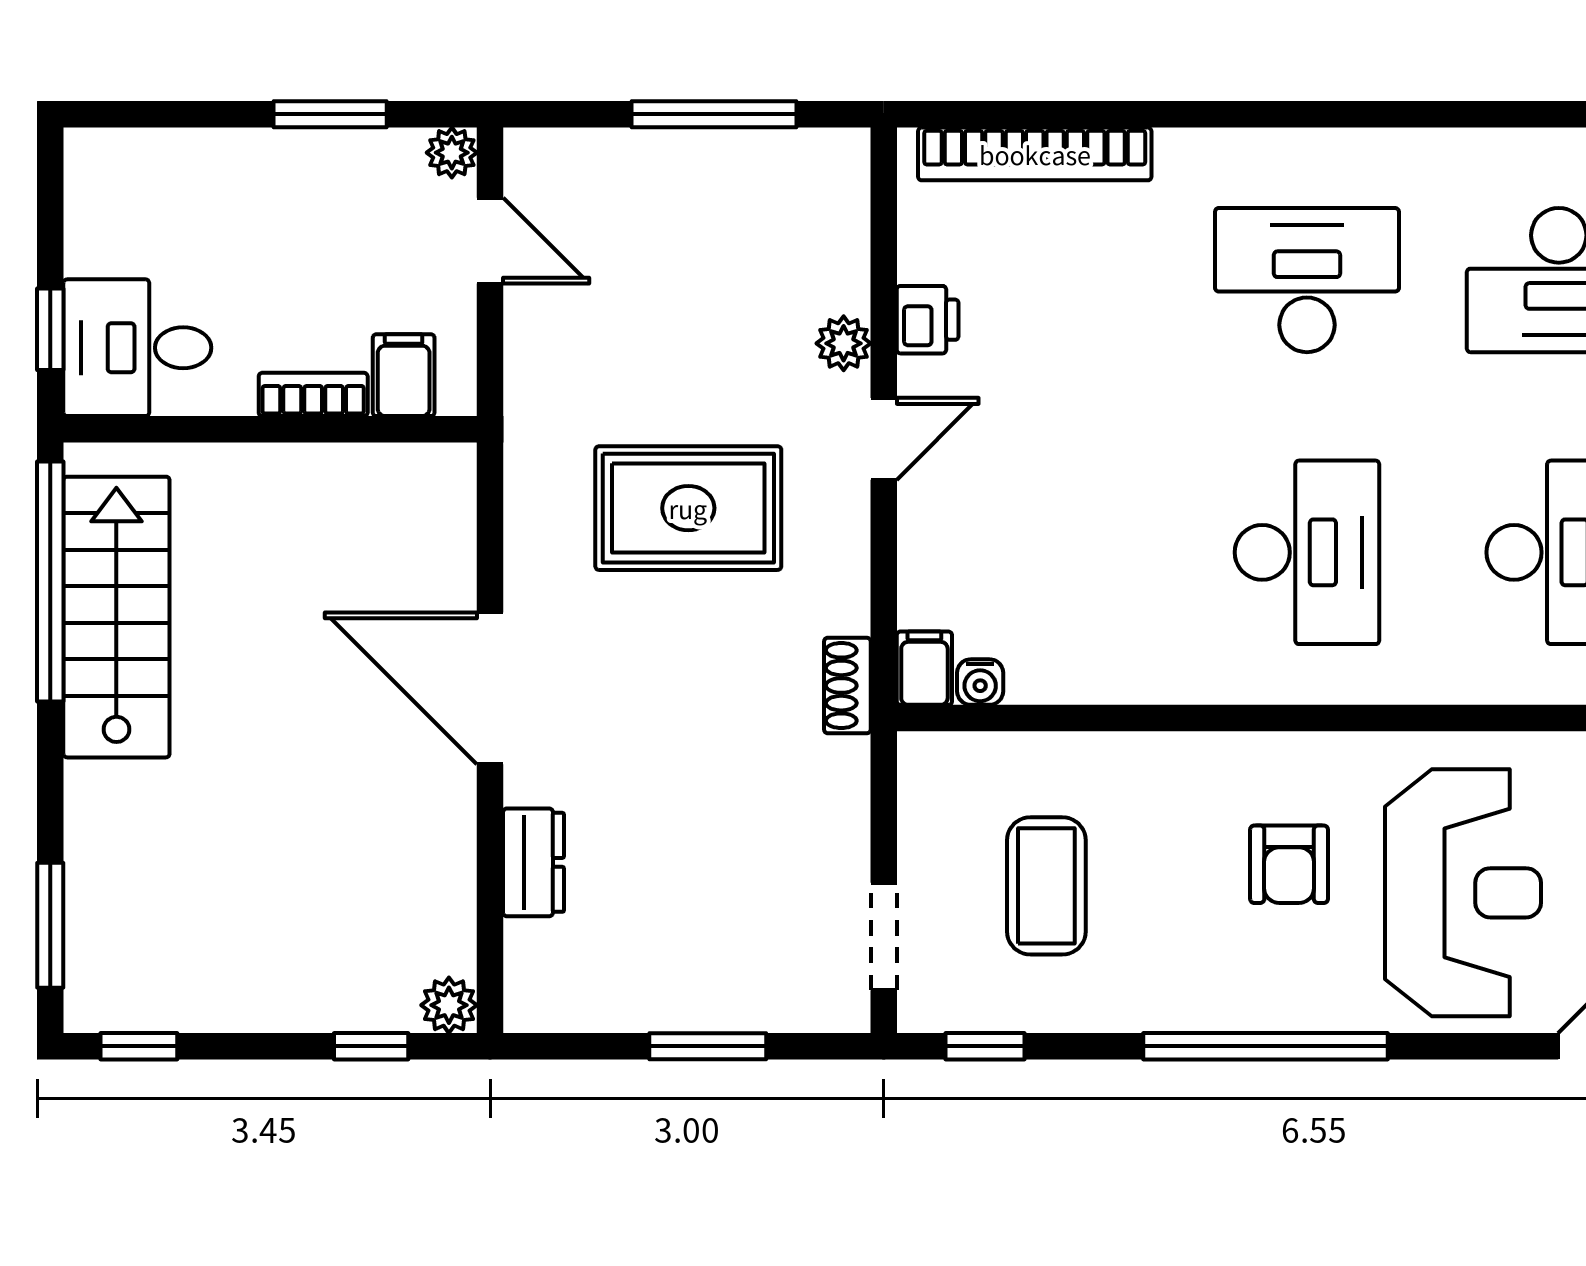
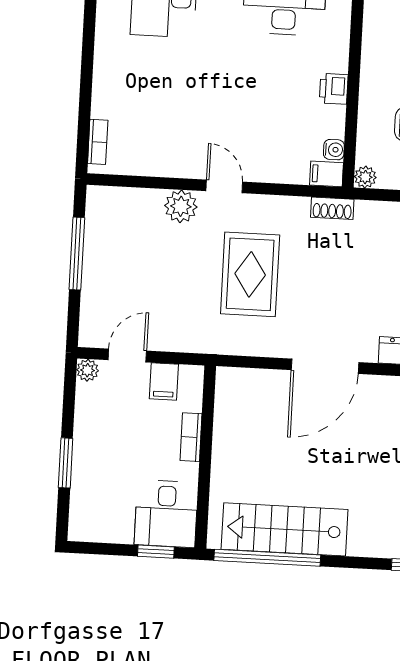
window: (330, 114) -> (66, 463), moved
bookcase: (1035, 154) -> (98, 142), width x0.43, depth x0.76
printer: (928, 320) -> (334, 89), moved, turned -90
plant: (844, 343) -> (181, 206), width x1.38, depth x1.38
filing cabinet: (404, 375) -> (164, 381), moved, turned -90
plant: (922, 756) -> (365, 177), added

